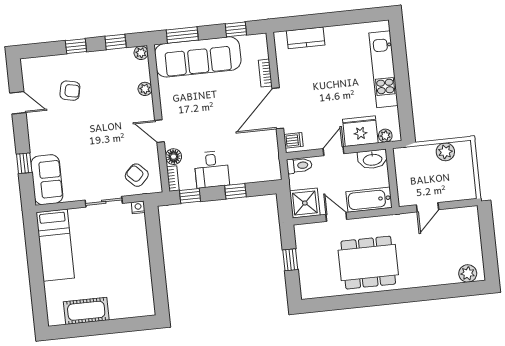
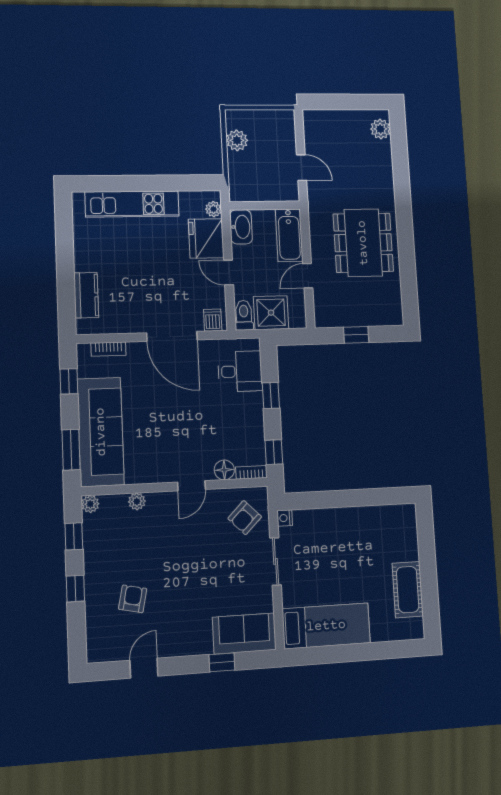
bookcase: (265, 73) -> (108, 349), moved
desk: (212, 169) -> (240, 371), moved
shower: (305, 203) -> (271, 313), moved

